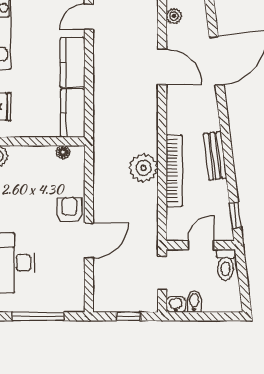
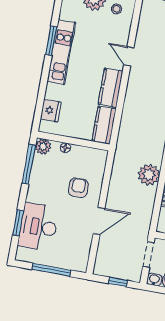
door: (89, 17) -> (129, 56), hinge flipped
floor lamp: (63, 152) -> (65, 148), moved
armchair: (69, 210) -> (78, 188), moved

